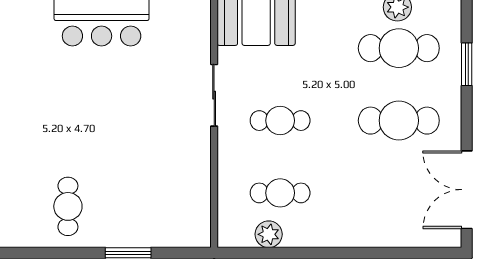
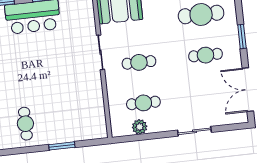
window: (467, 64) -> (242, 37), moved
cafe table: (399, 121) -> (205, 55), width x0.73, depth x0.74
sliding door: (364, 253) -> (194, 131), added

